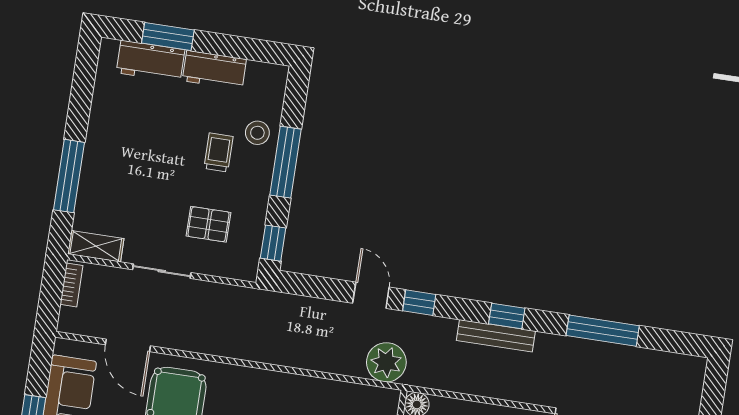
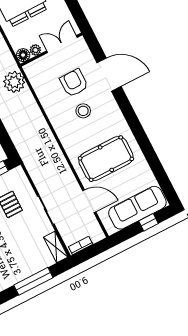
door: (128, 345) -> (89, 201), hinge flipped

